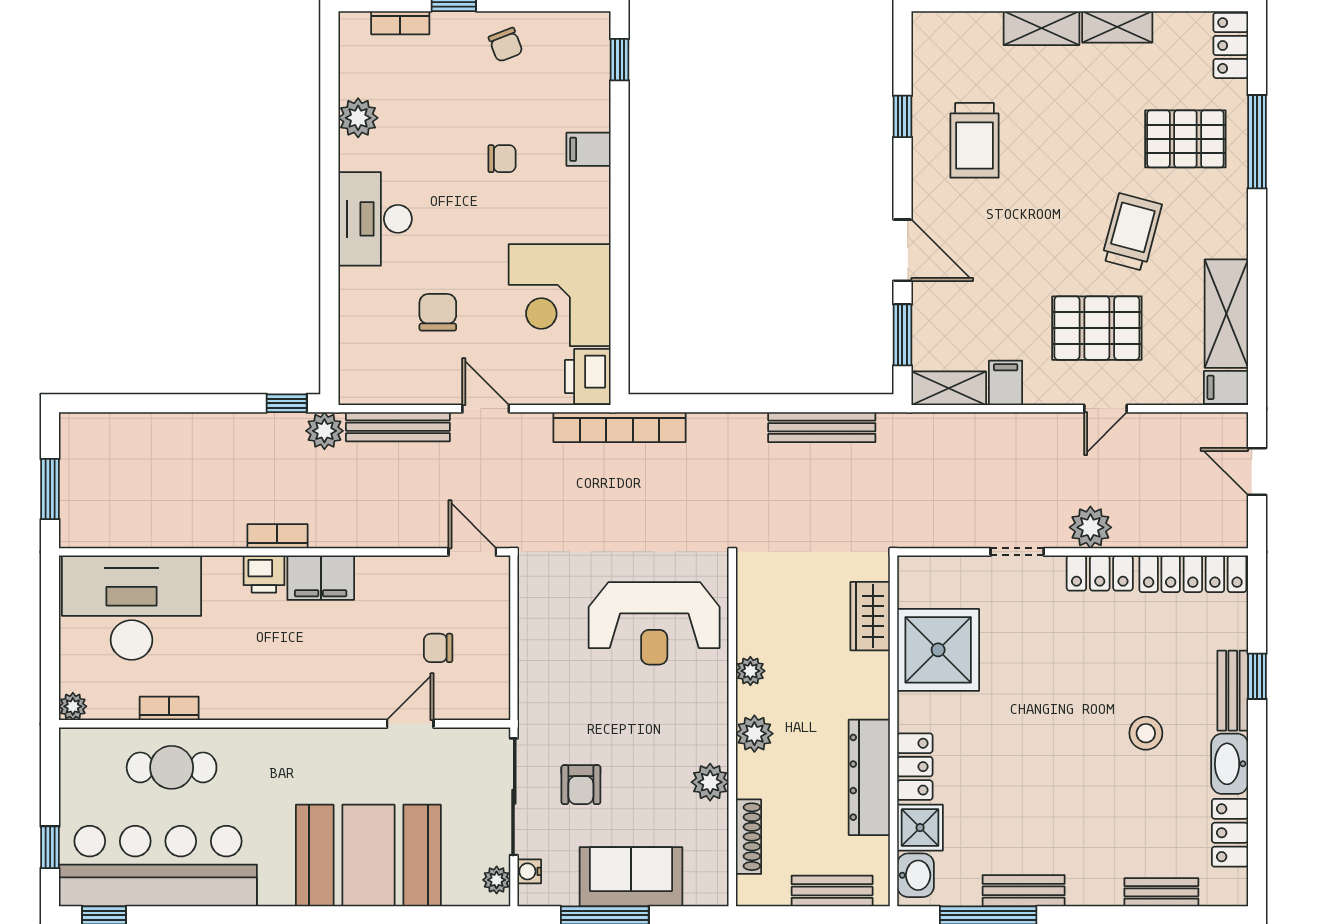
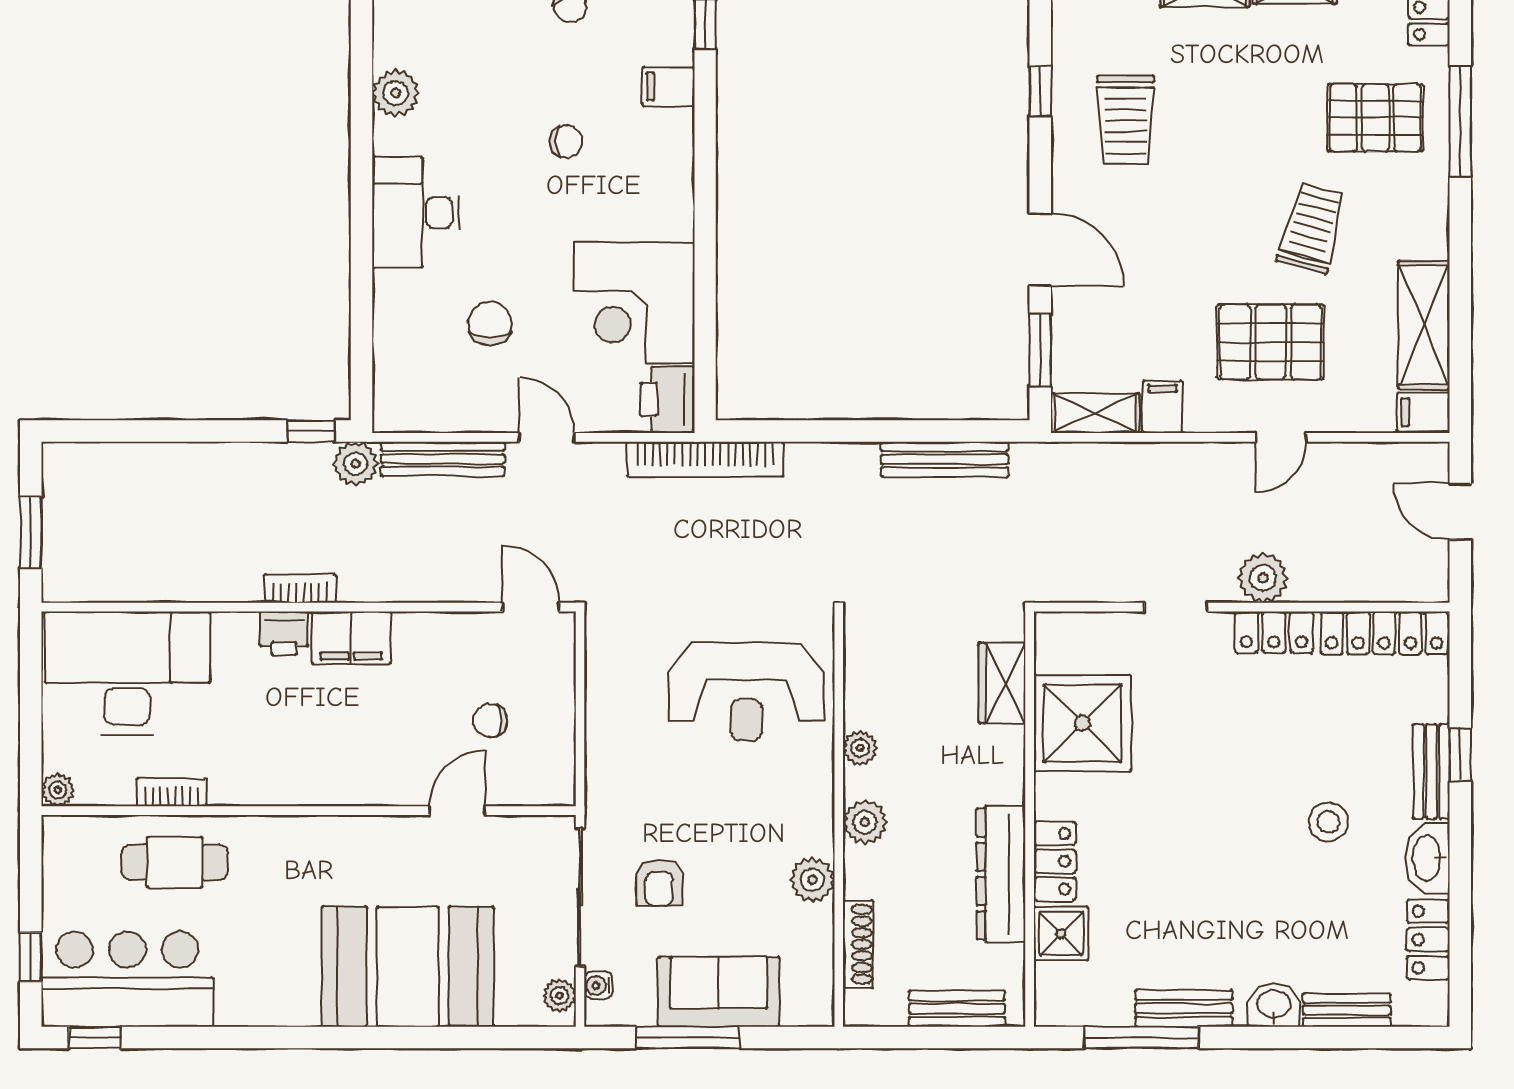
filing cabinet: (589, 149) -> (668, 87), moved
bar counter: (158, 866) -> (127, 979), width x0.73
washbasin: (916, 875) -> (1274, 1005), moved, turned -90

